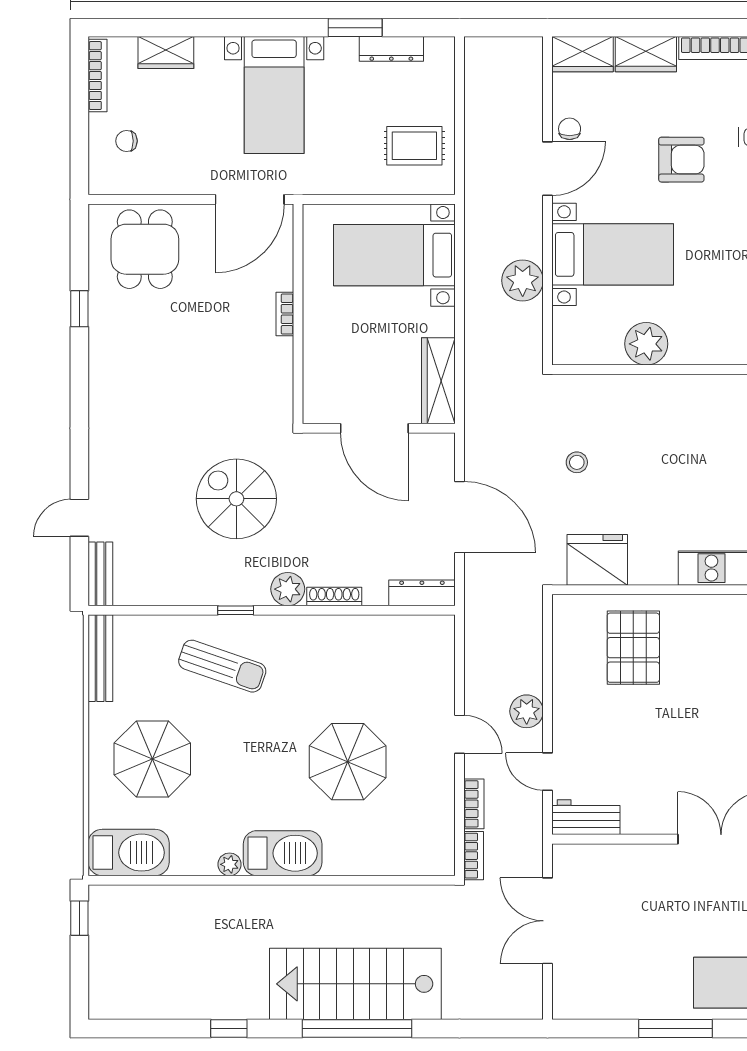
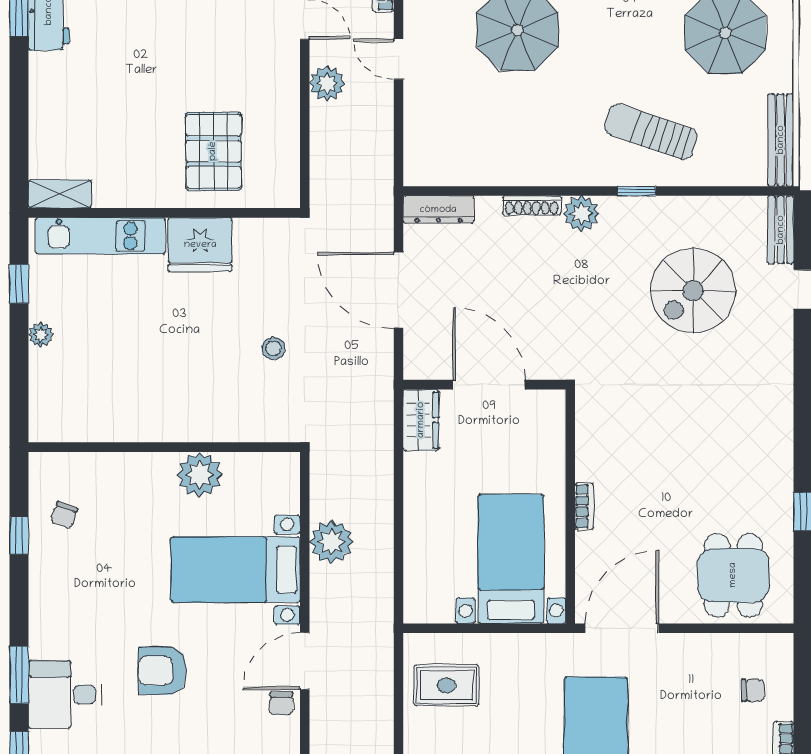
bed with nightstands: (394, 255) -> (511, 559), moved, turned -90
wardrobe: (438, 381) -> (421, 420), width x0.67
spiral stairs: (236, 499) -> (693, 290), moved, turned 90
fridge: (597, 560) -> (200, 245), moved

